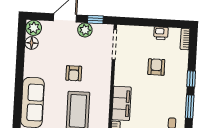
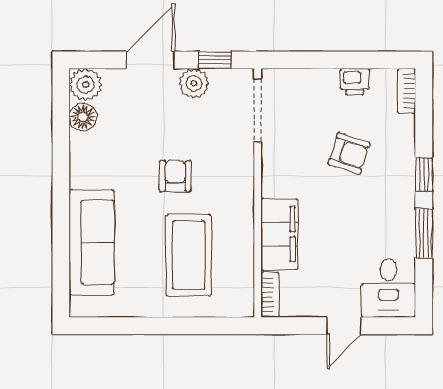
armchair: (156, 67) -> (349, 153), turned 108
armchair: (74, 73) -> (175, 176), turned 180

